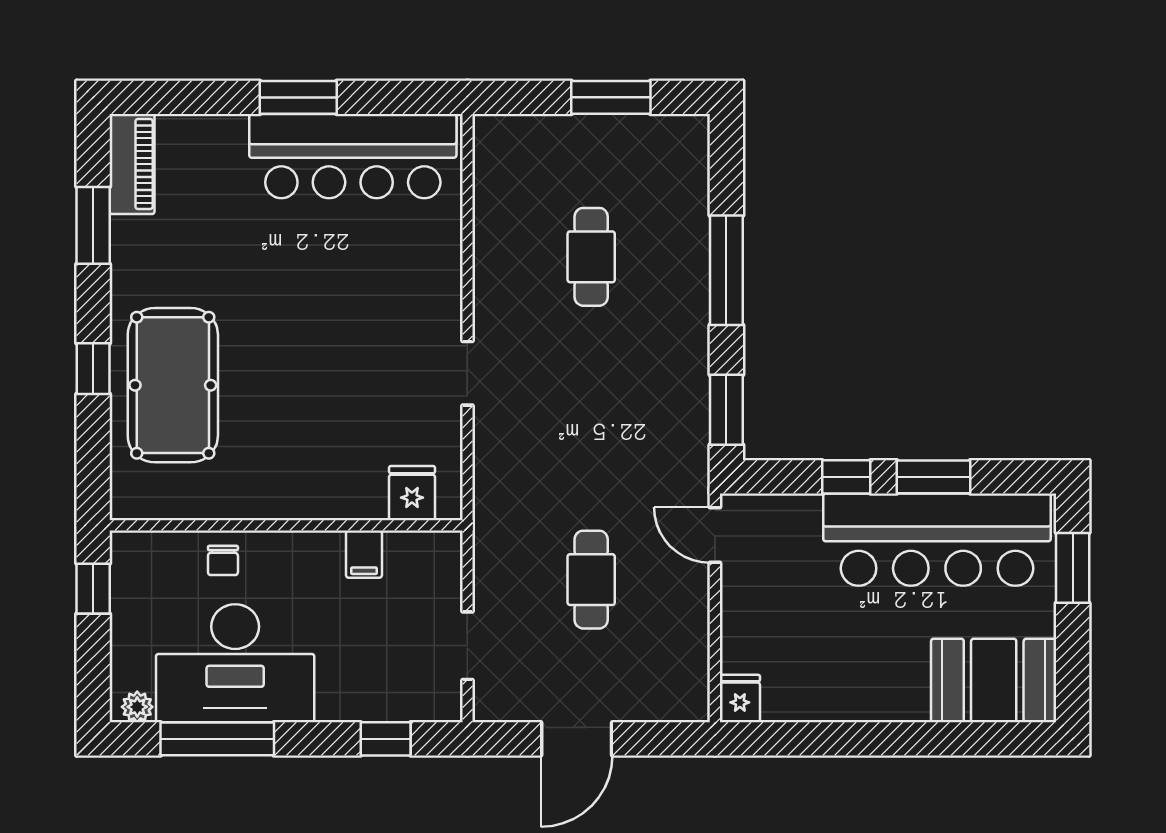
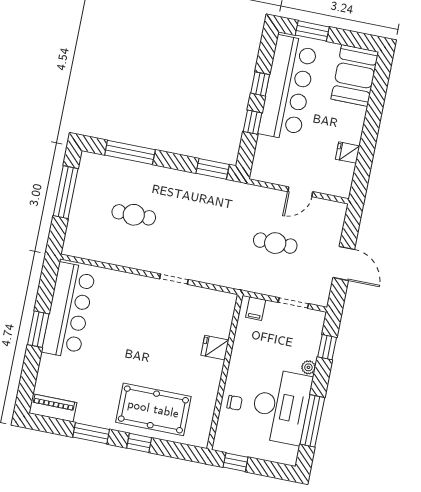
window: (611, 97) -> (66, 192), width x1.44
window: (93, 225) -> (91, 433), moved
window: (726, 270) -> (130, 152), moved
window: (934, 477) -> (260, 84), width x0.67
fridge: (412, 493) -> (215, 348), moved
door: (715, 535) -> (300, 192), moved
filing cabinet: (364, 554) -> (256, 309), moved, turned 90
fridge: (740, 699) -> (348, 153), moved
plant: (137, 707) -> (308, 367), moved

